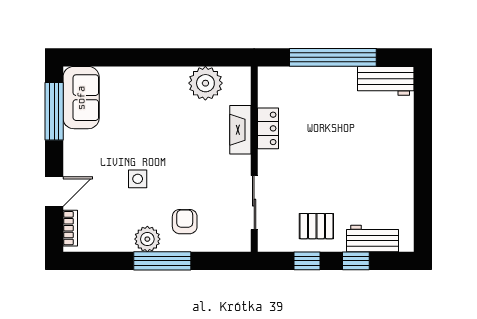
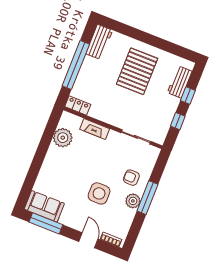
locker: (268, 128) -> (78, 105), moved
side table: (138, 179) -> (99, 193), width x1.87, depth x1.87
pallet: (316, 226) -> (137, 71), moved, width x2.05, depth x2.00

